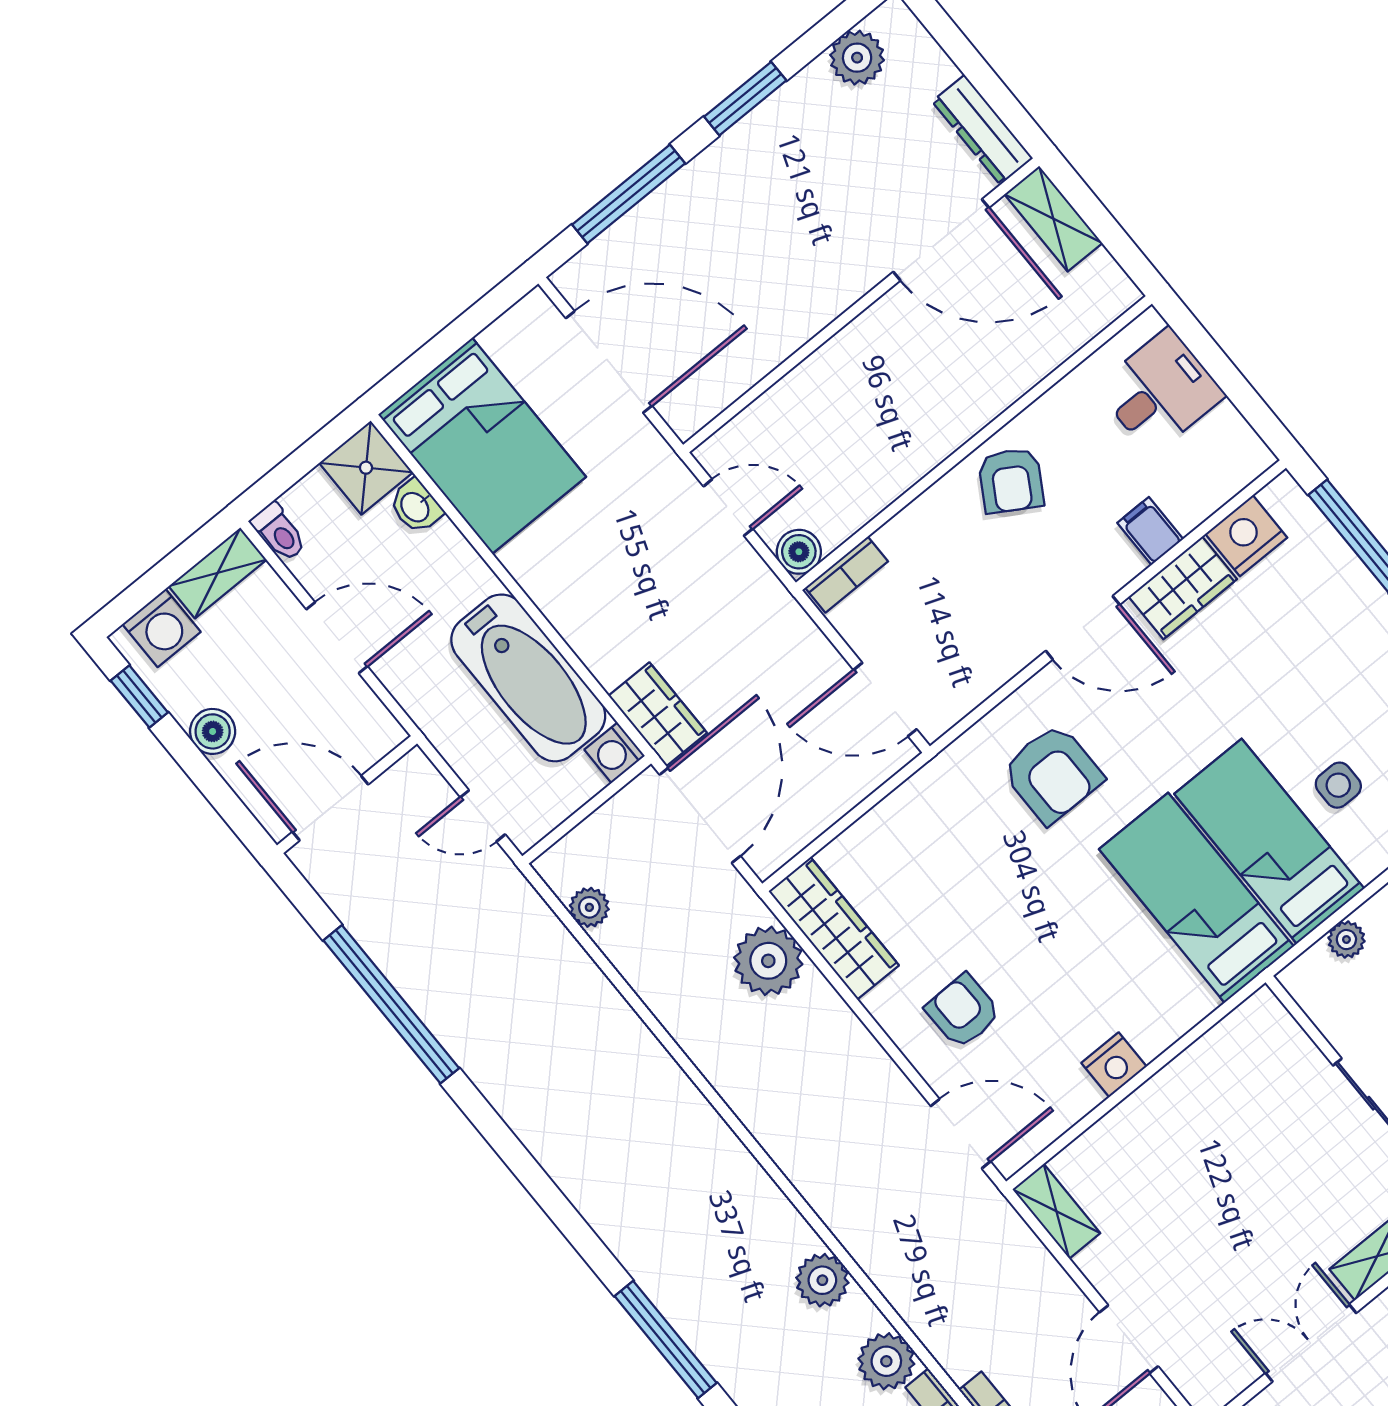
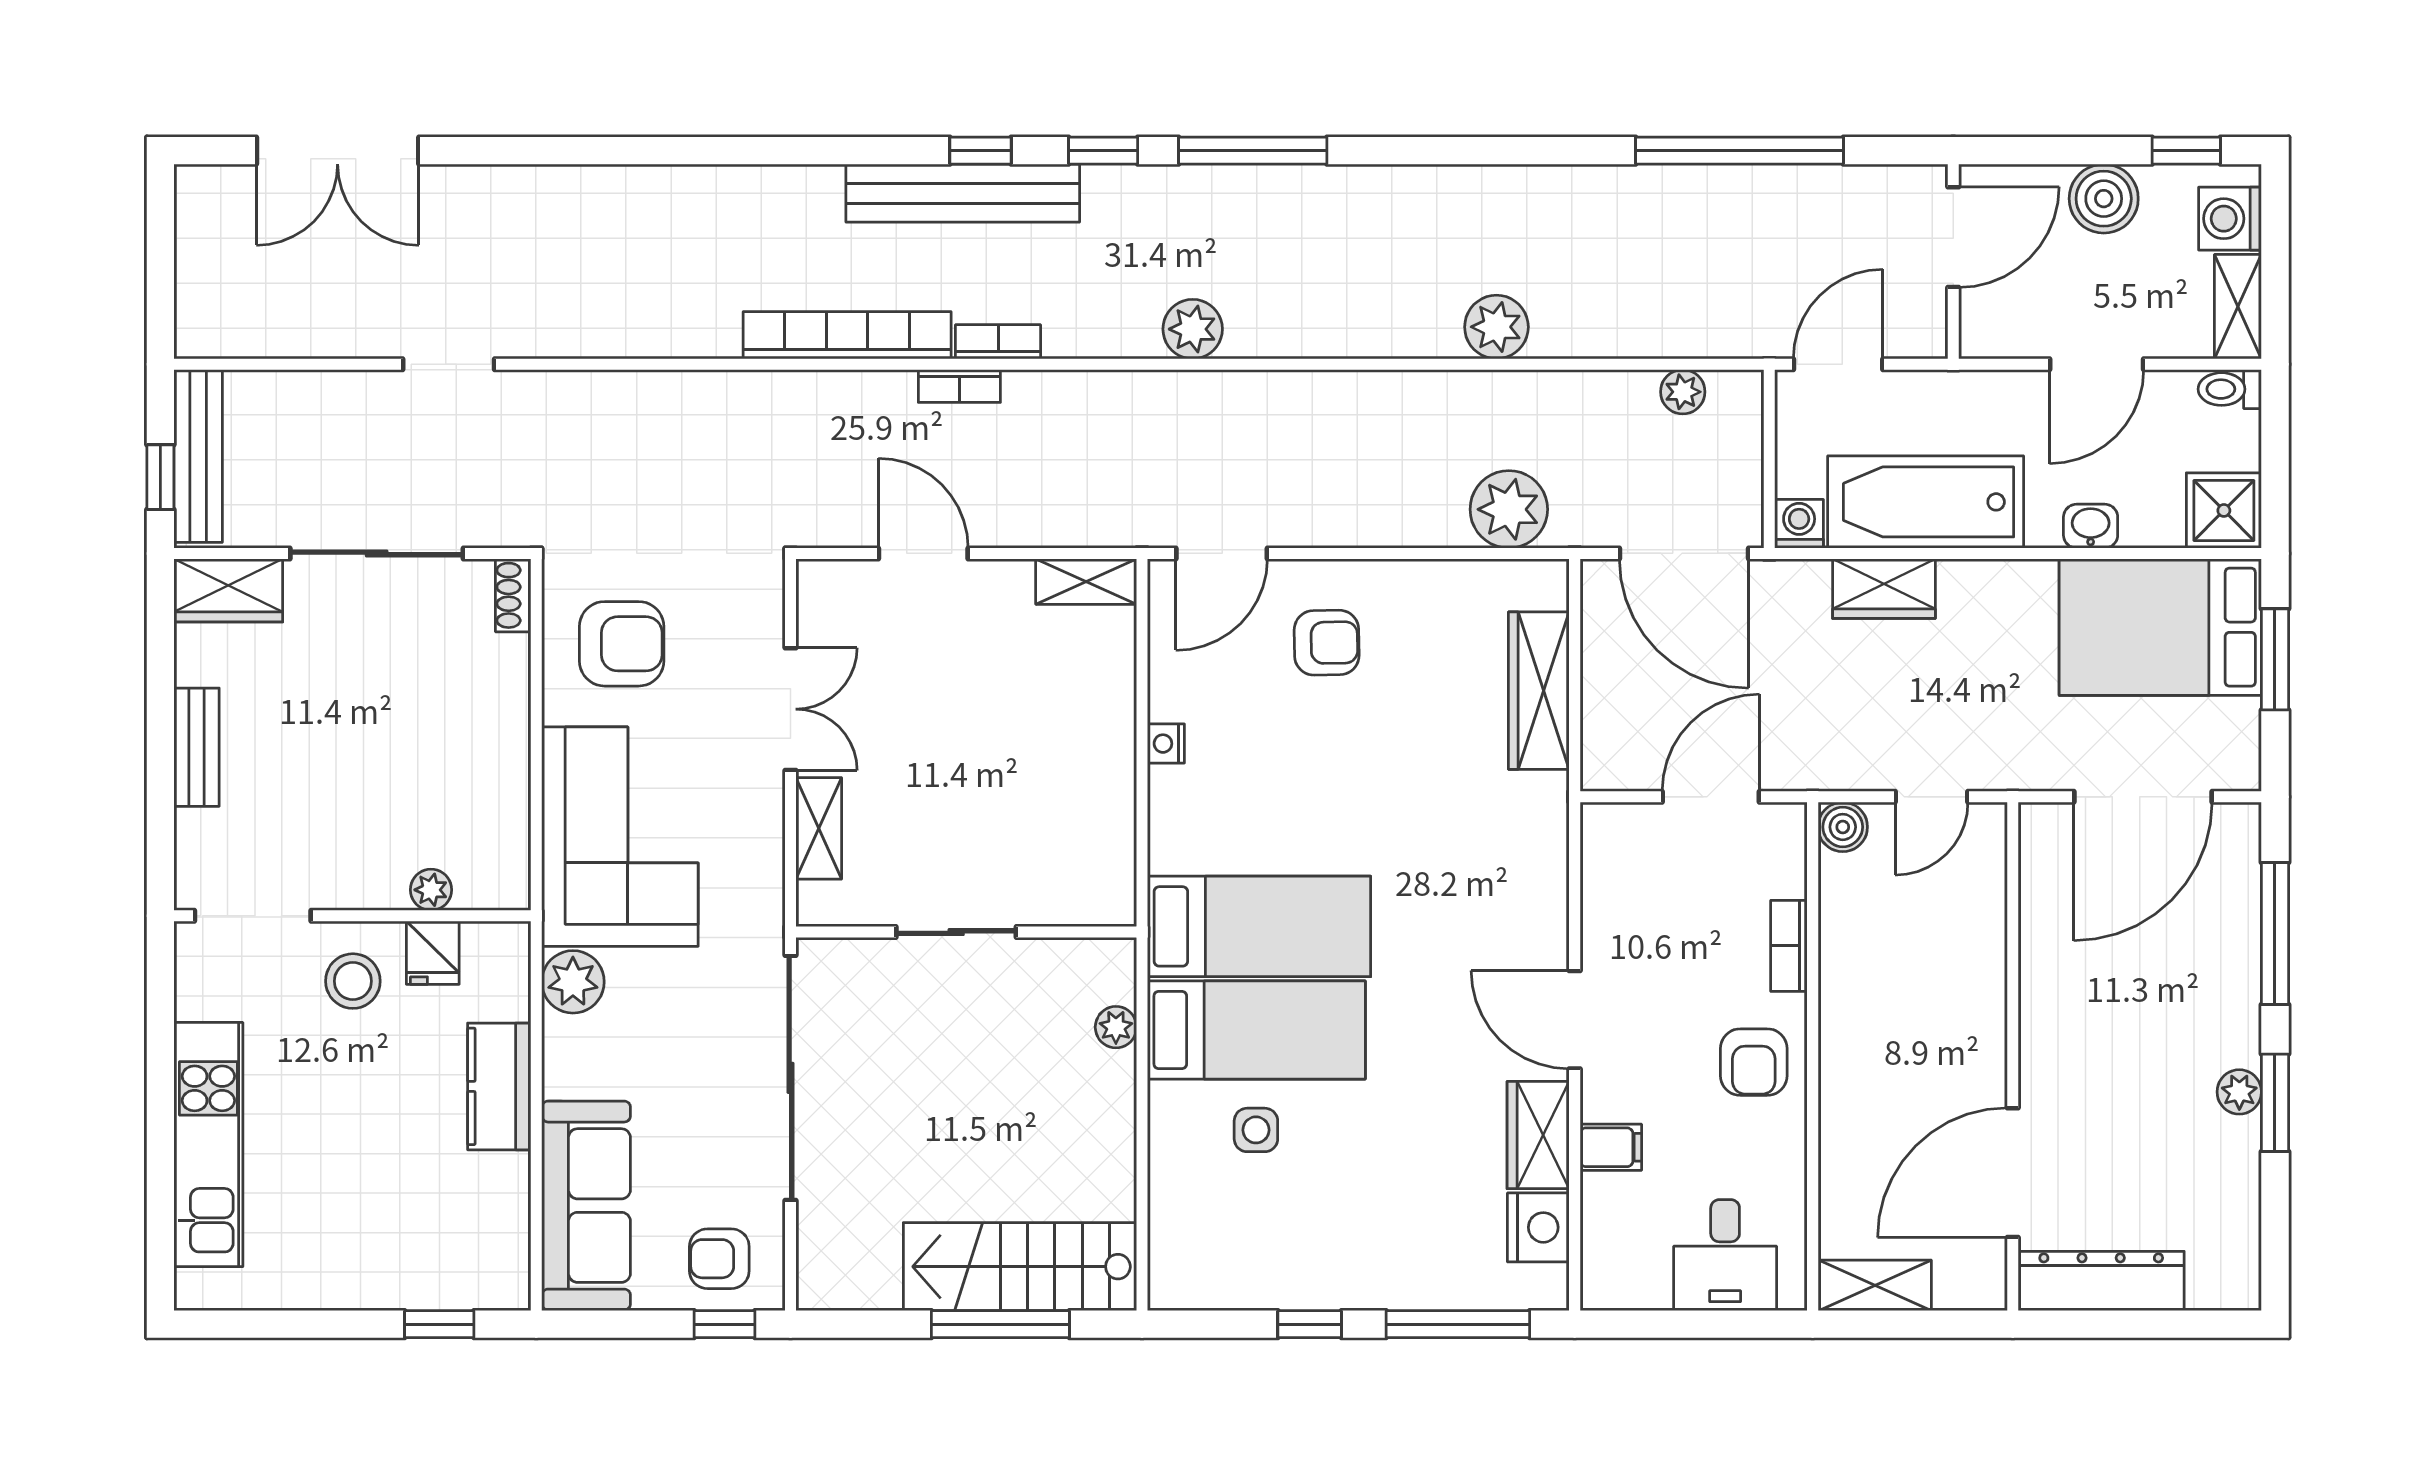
plant: (857, 58) -> (2239, 1092), moved, width x0.73, depth x0.73
dresser: (982, 130) -> (2101, 1281), width x1.37, depth x1.24
shelving: (1053, 219) -> (1875, 1285), moved
window: (440, 349) -> (2275, 659), added
armchair: (1011, 481) -> (1754, 1062), turned -121
washbasin: (416, 506) -> (2091, 526), moved
bookcase: (847, 575) -> (1789, 946), moved
door: (1083, 628) -> (1575, 1020), hinge flipped
door: (885, 700) -> (1711, 797), moved
wardrobe: (658, 714) -> (1884, 589), moved
boiler: (213, 731) -> (2104, 199), width x1.36, depth x1.36
armchair: (1052, 774) -> (1469, 889), removed
door: (483, 816) -> (1838, 364), width x1.38
wardrobe: (834, 928) -> (1539, 691), moved, turned 90
nightstand: (1114, 1065) -> (1166, 744), width x0.72, depth x0.74
plant: (886, 1361) -> (1496, 327), moved

